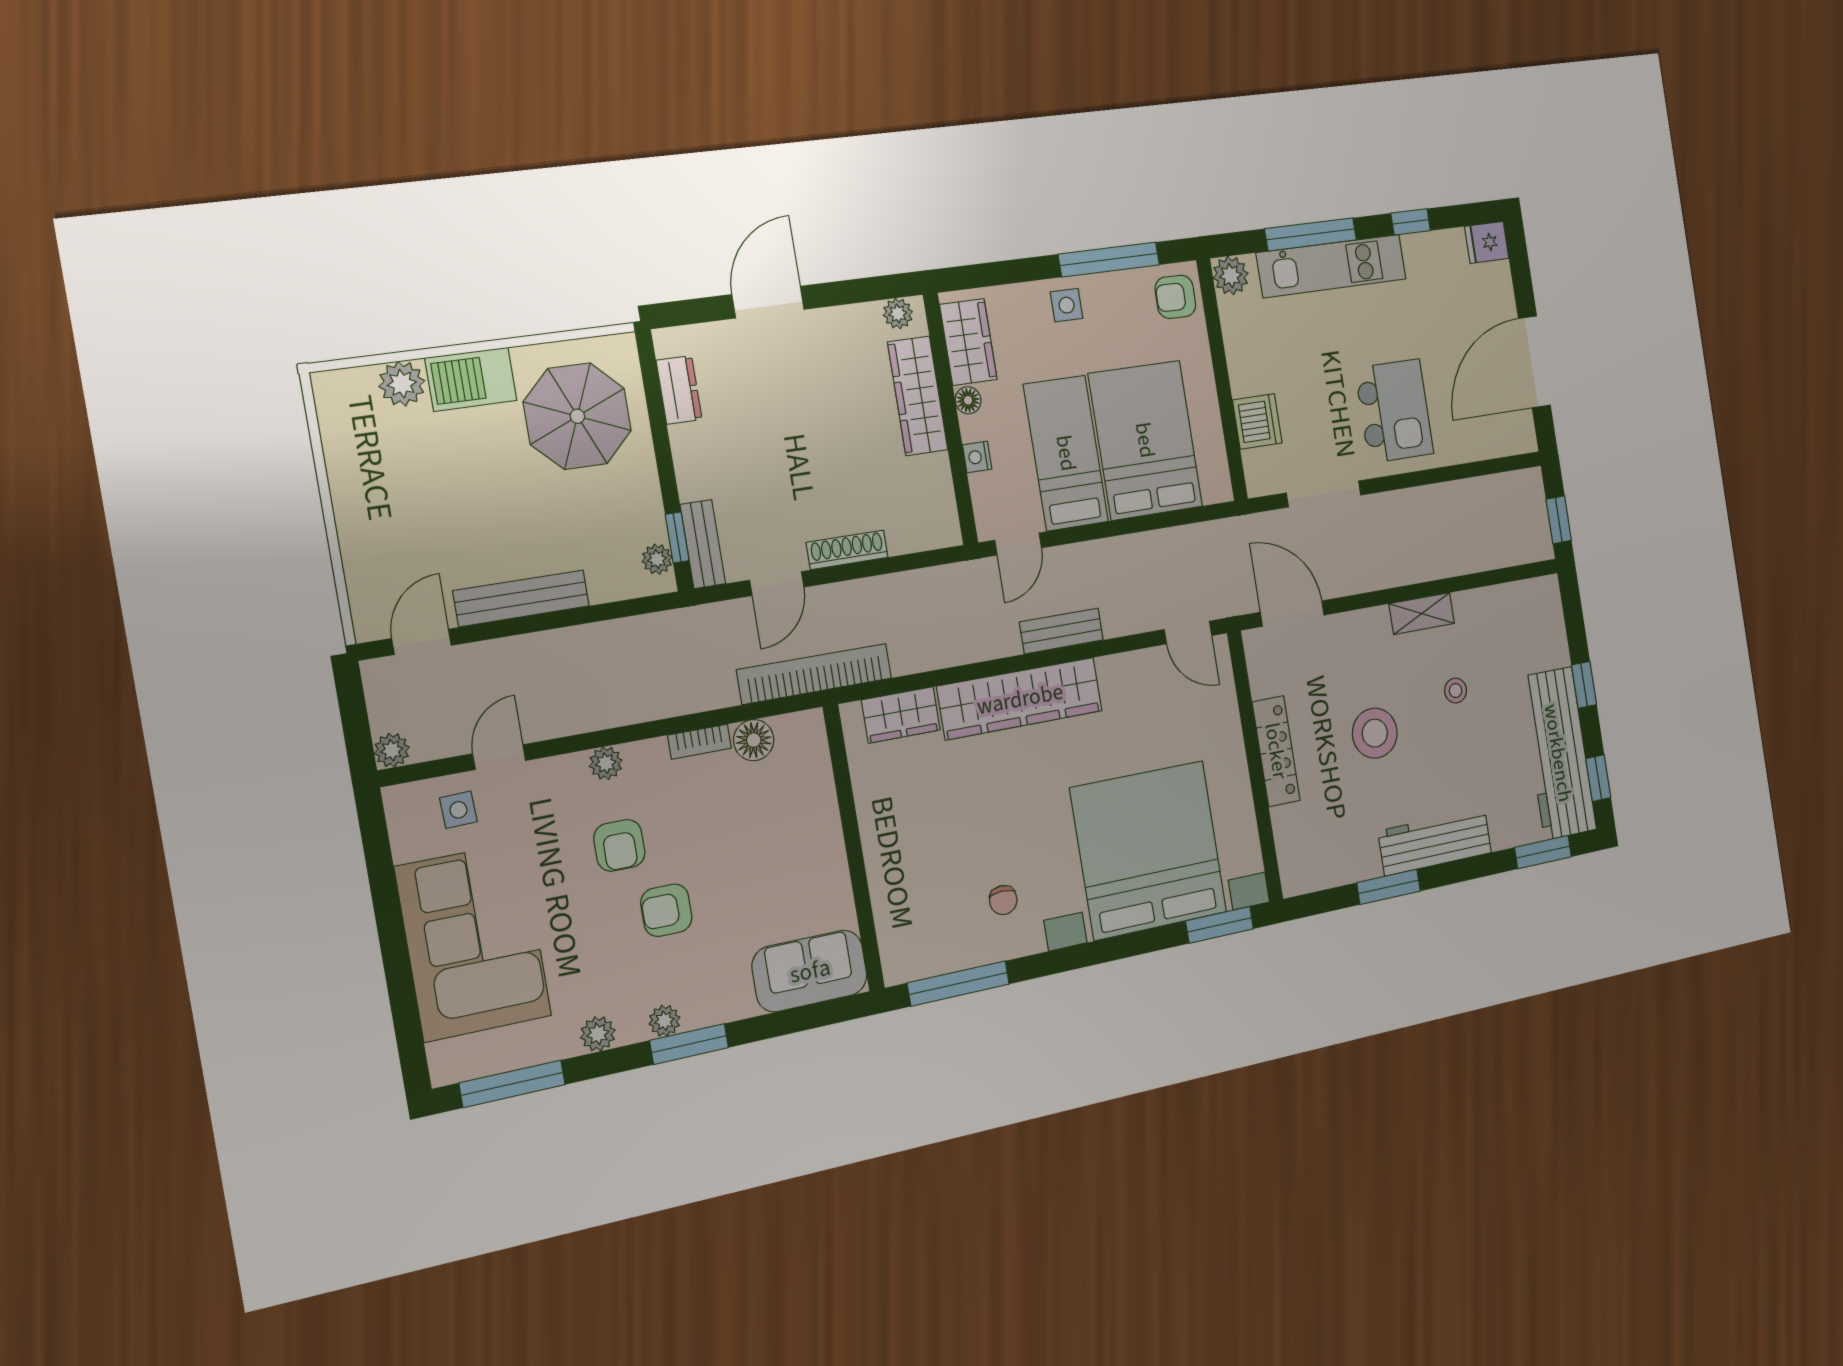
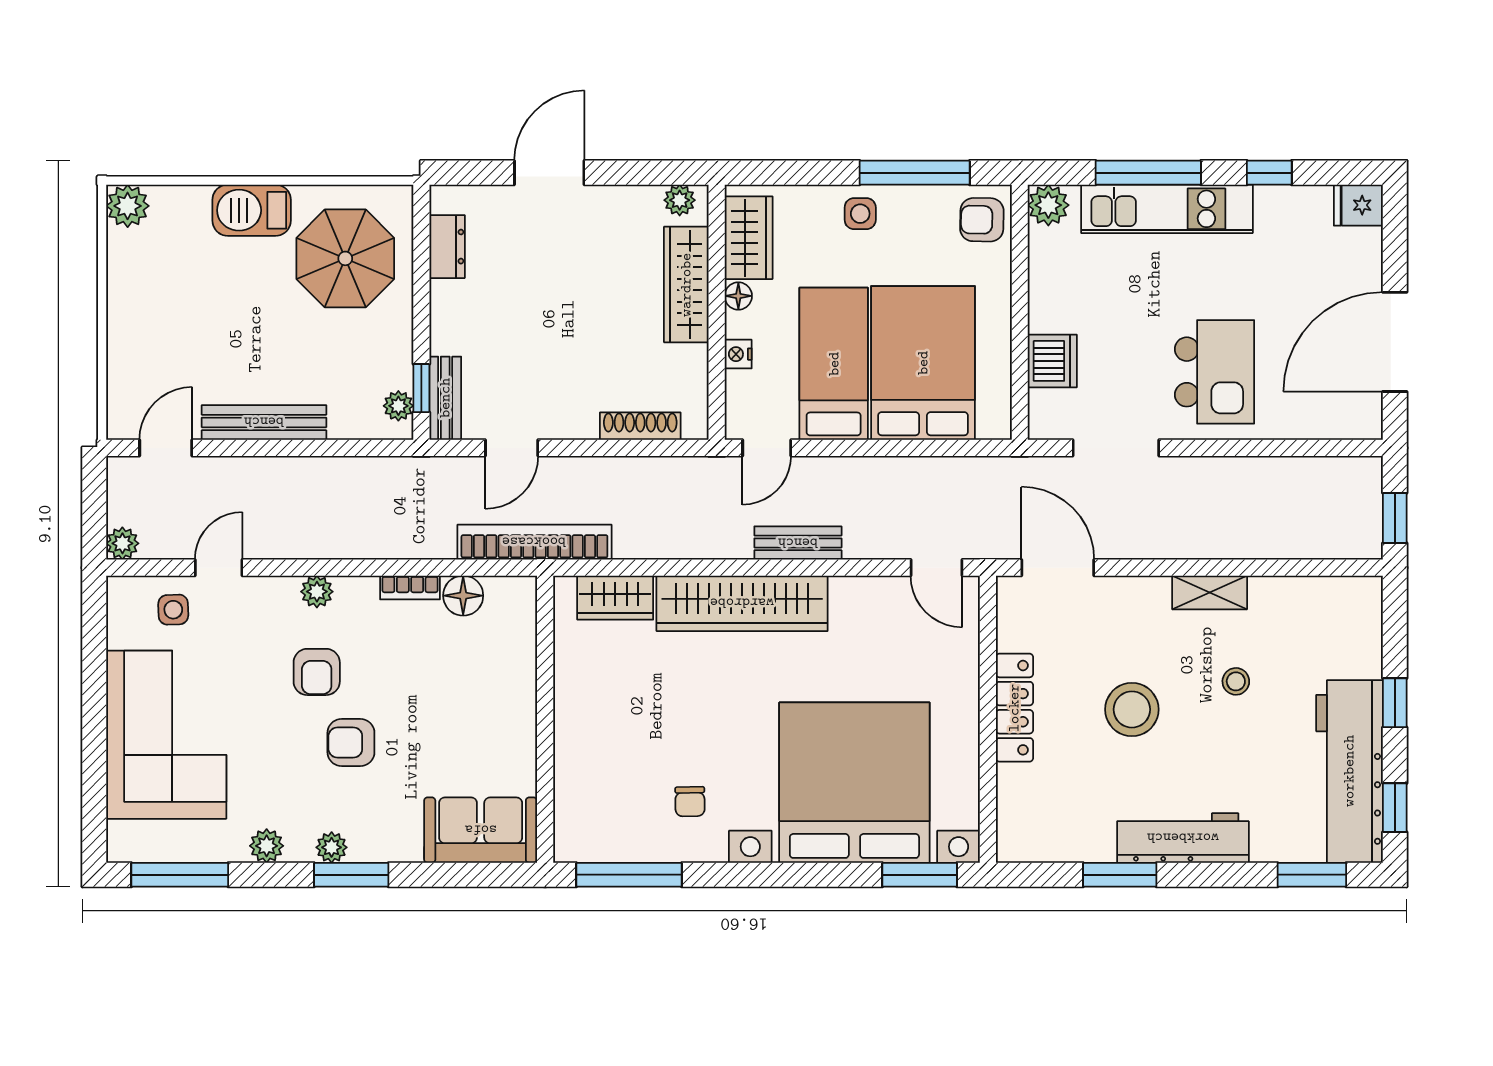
plant: (402, 384) -> (128, 206), moved
shoe rack: (847, 550) -> (640, 426), moved

